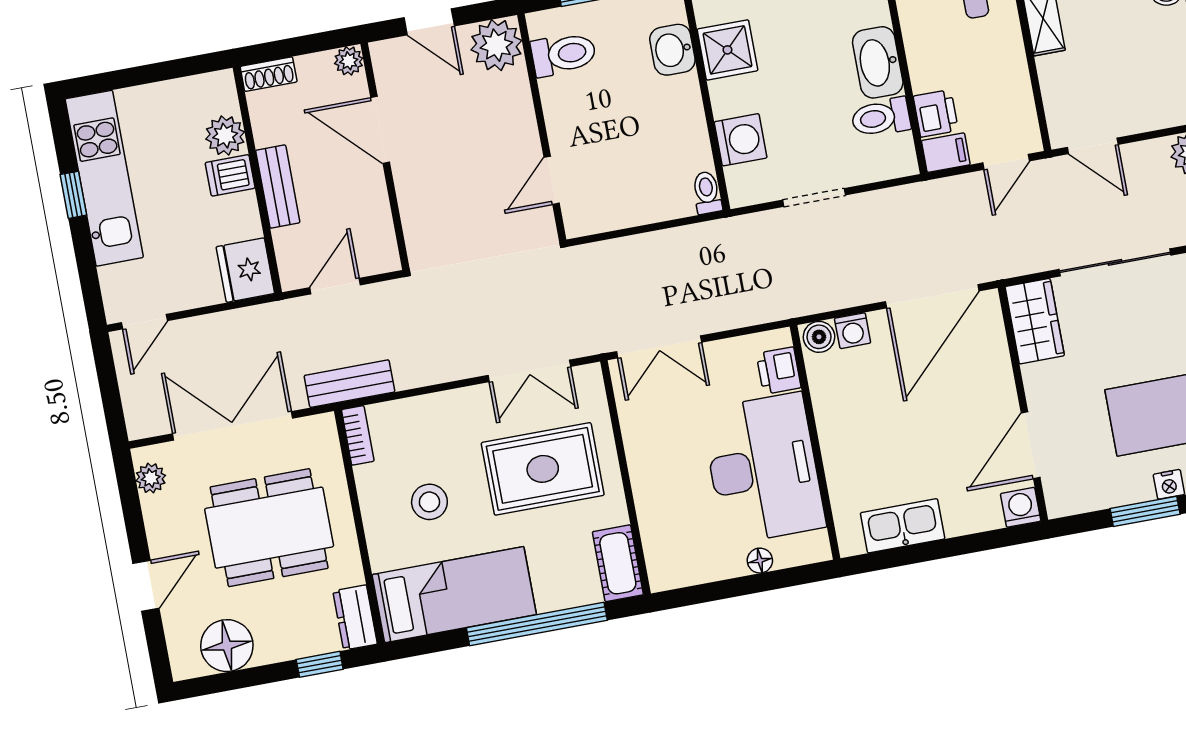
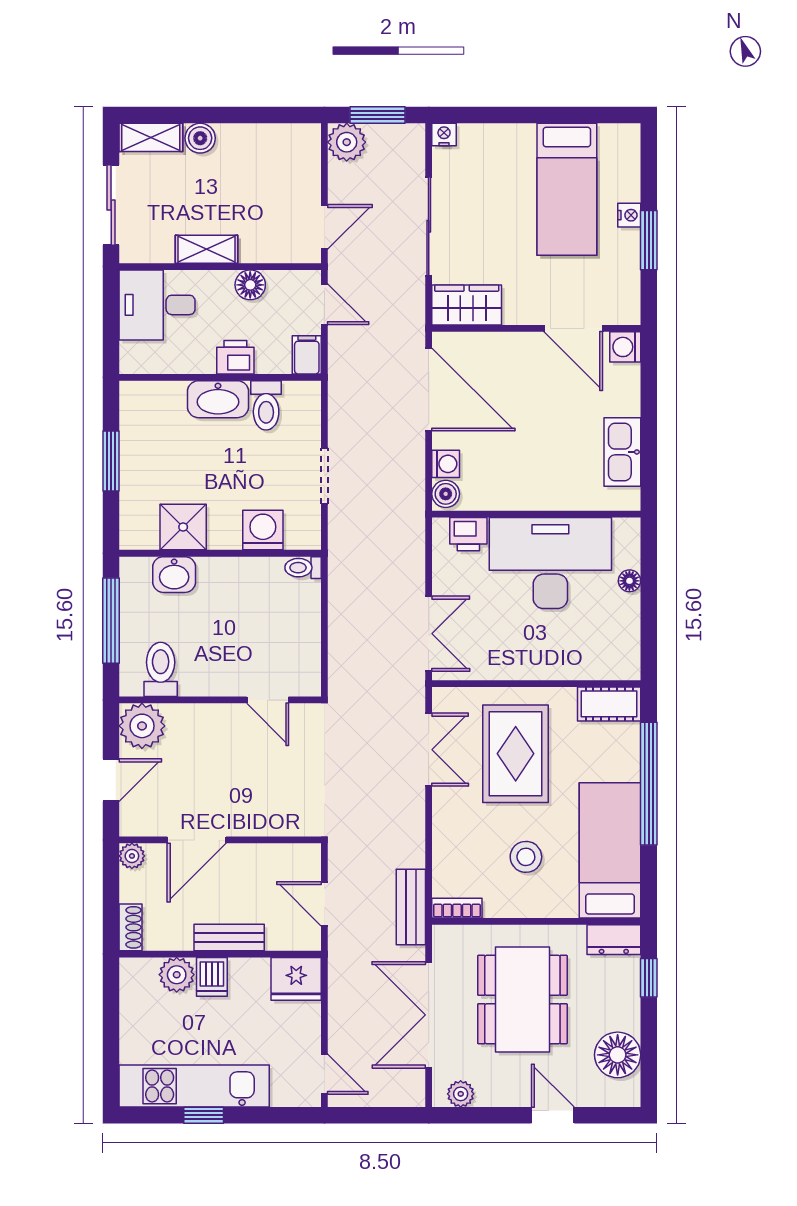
floor lamp: (1012, 75) -> (250, 285), added
printer: (936, 113) -> (235, 357), moved

